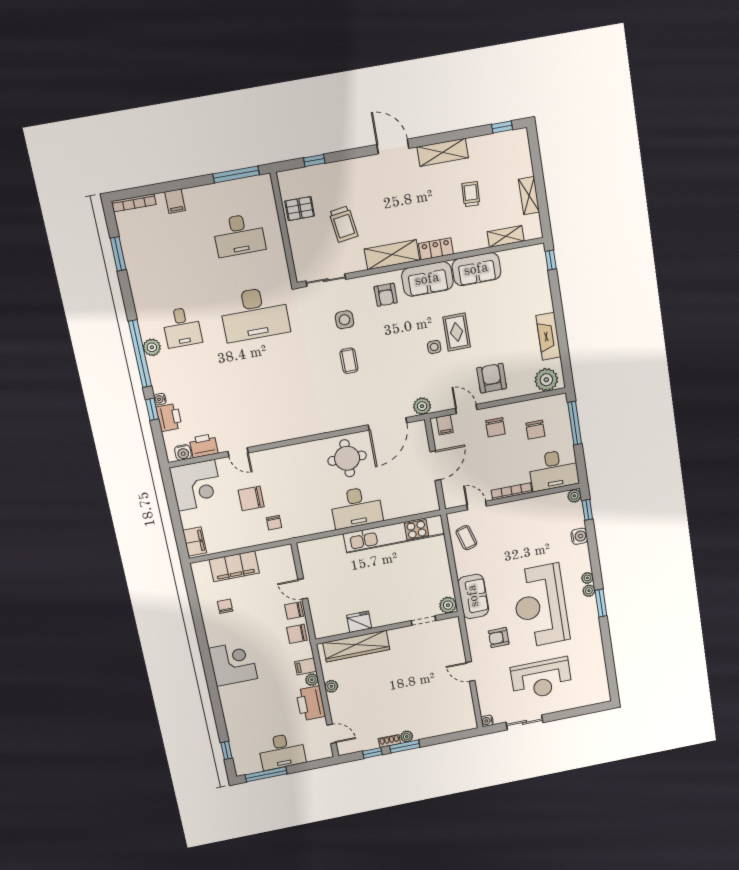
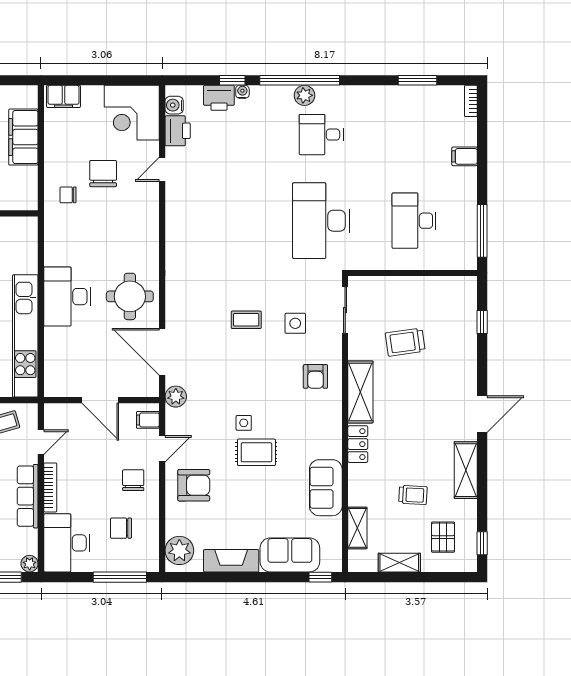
bookcase: (134, 203) -> (471, 101), width x0.64
pallet: (300, 209) -> (443, 537), moved
sofa: (427, 279) -> (290, 555), moved, turned 90
armchair: (386, 295) -> (315, 376), turned -90
chair: (495, 427) -> (133, 480), turned 90
row of seats: (521, 508) -> (28, 496), added

